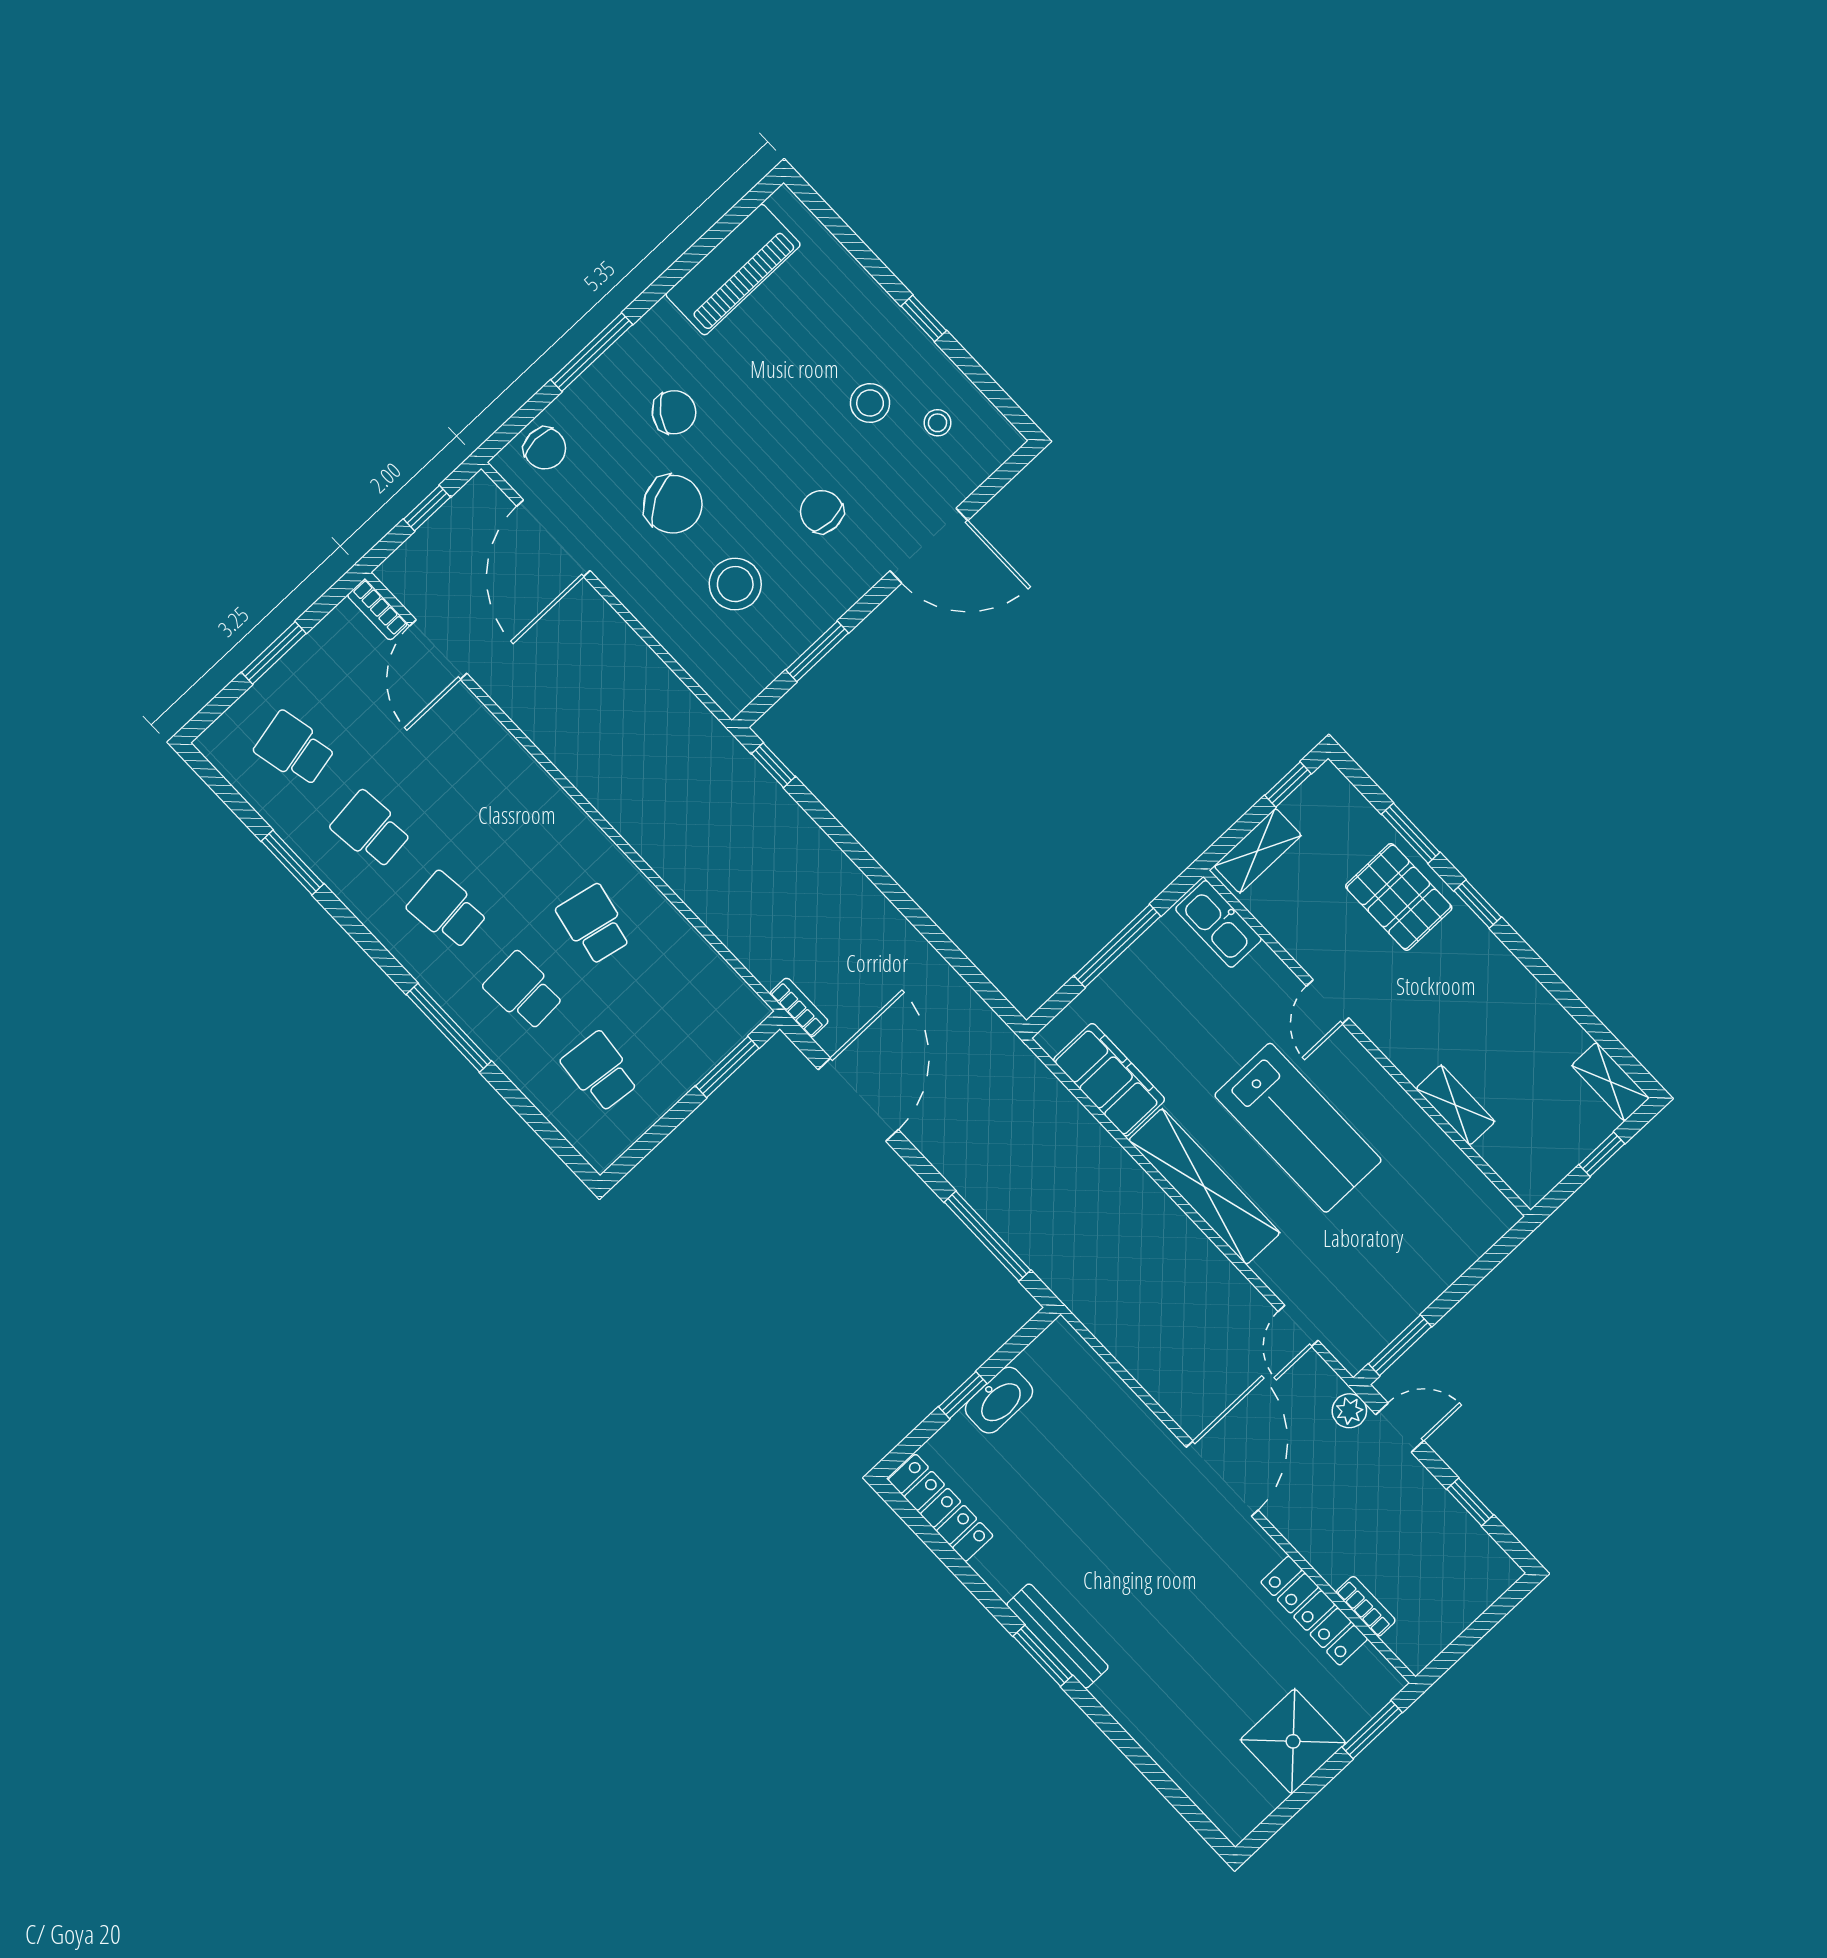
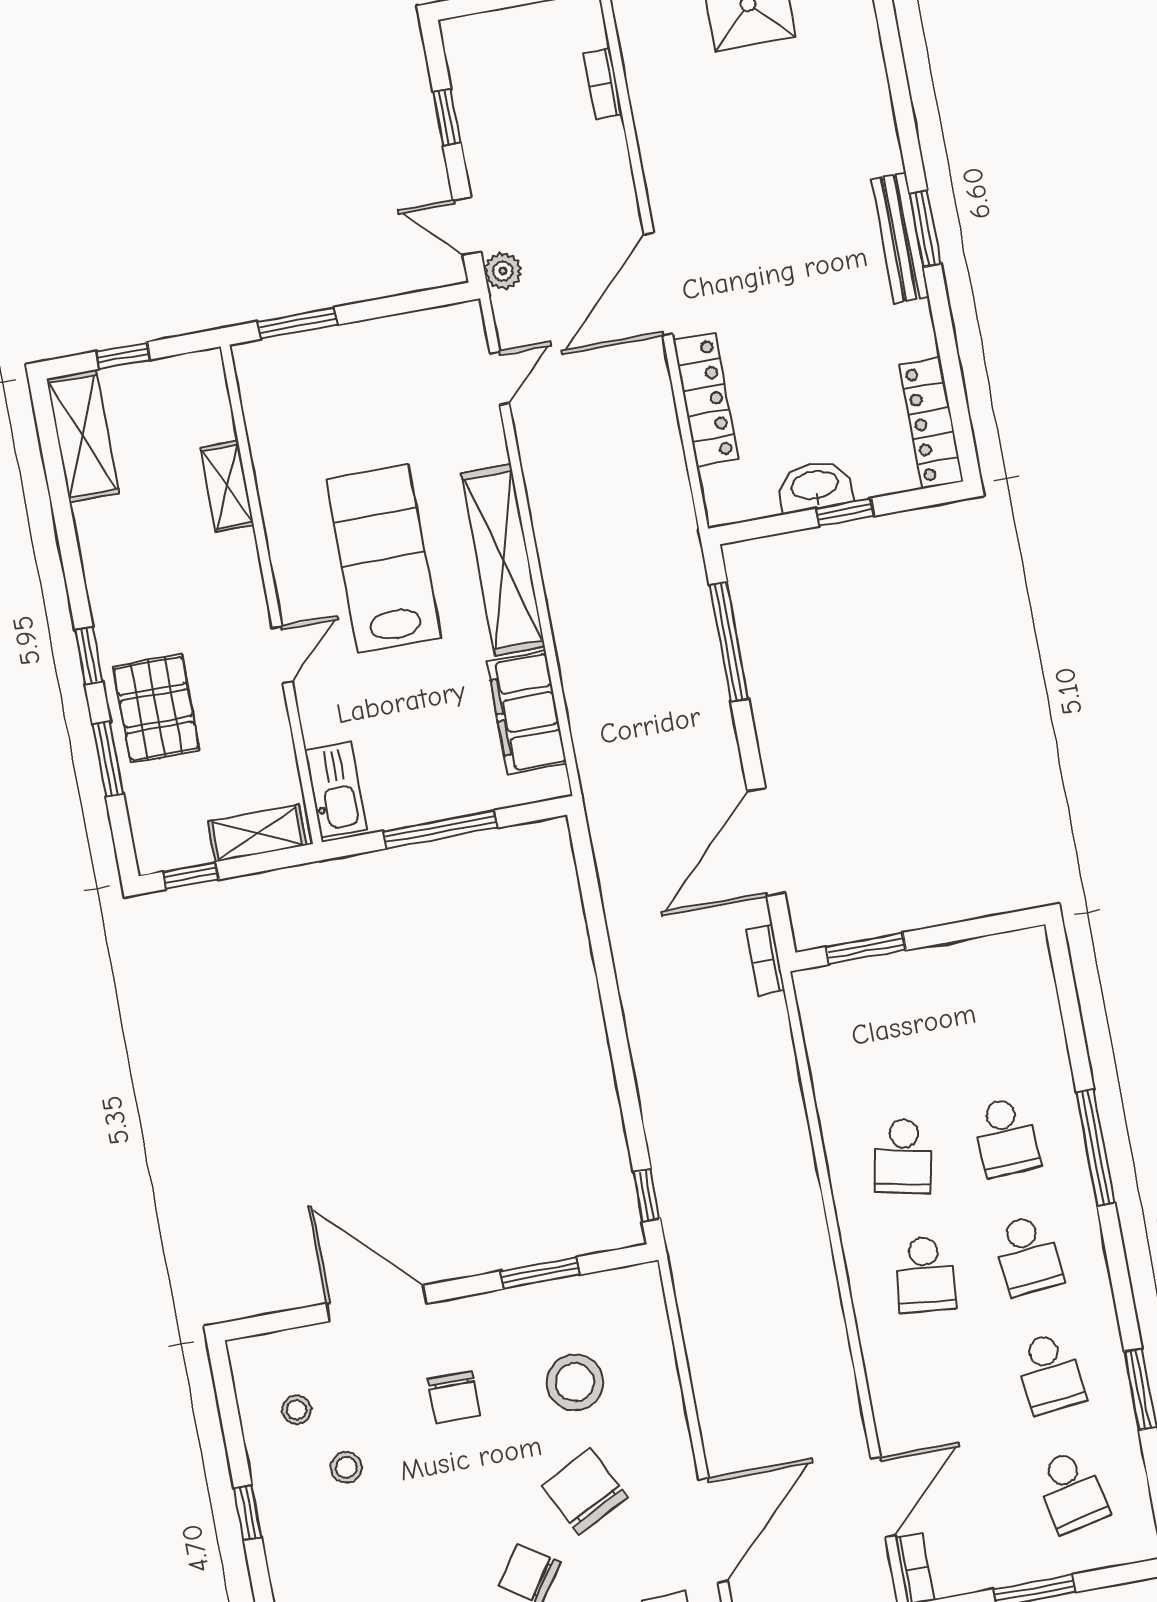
stool: (870, 403) -> (346, 1467), width x0.73, depth x0.73
school desk: (600, 1072) -> (925, 1274), moved
shelving: (1610, 1082) -> (83, 436), width x1.50, depth x1.33
window: (1400, 1345) -> (298, 323), moved
locker: (1314, 1611) -> (706, 400), moved

